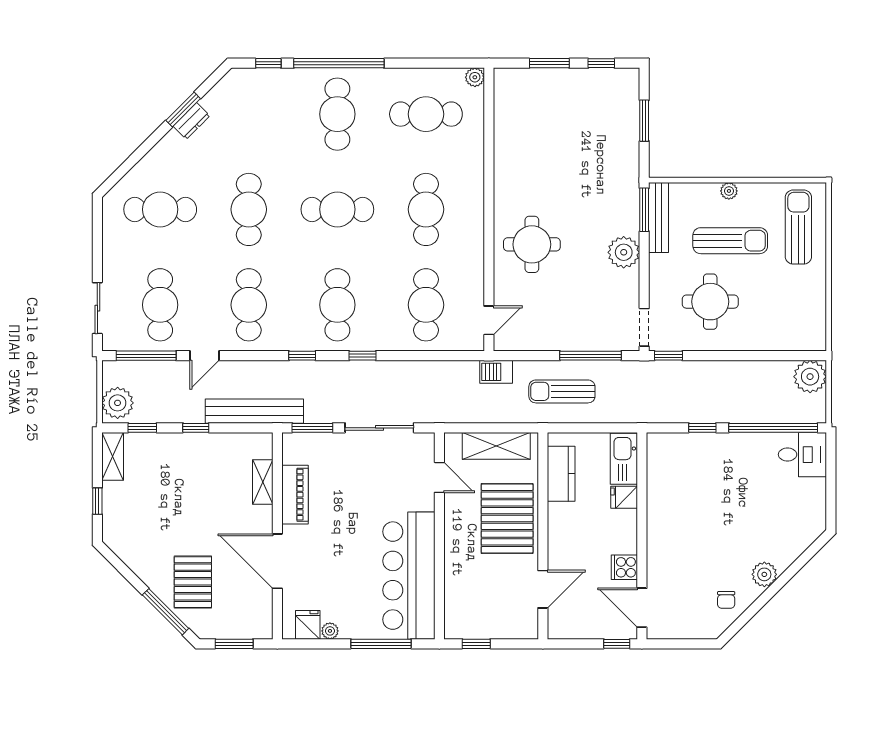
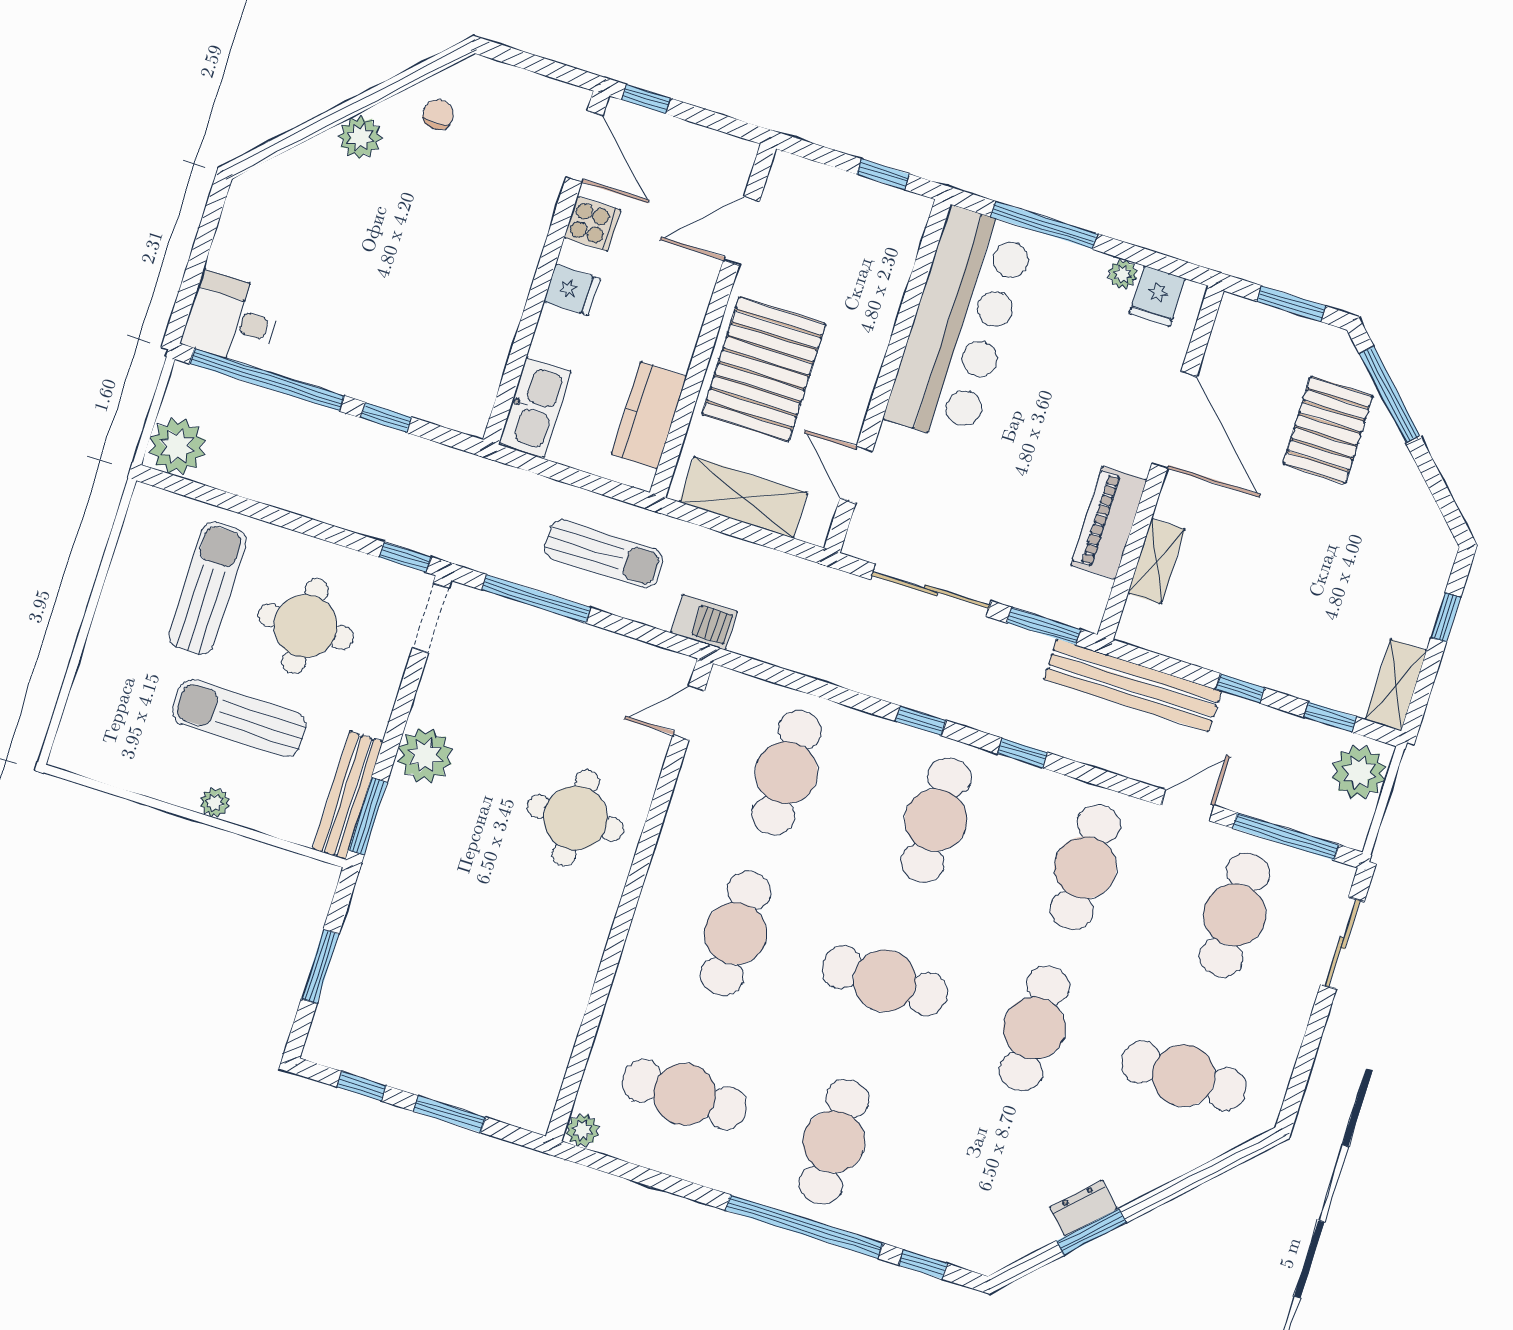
sun lounger: (798, 227) -> (207, 588), moved, turned 180
fridge: (624, 497) -> (572, 290), moved

